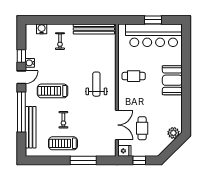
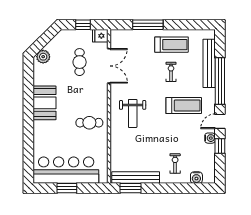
window: (98, 20) -> (130, 188), added
booth: (172, 80) -> (44, 103), moved
double door: (117, 125) -> (109, 66), swing flipped

